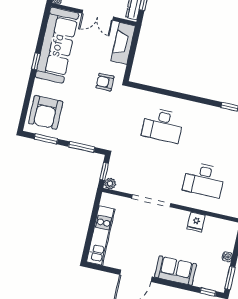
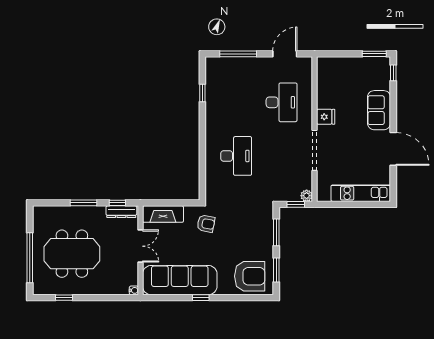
armchair: (105, 82) -> (206, 224), turned -79
fridge: (196, 222) -> (326, 117), moved
water cooler: (227, 257) -> (353, 61), removed

